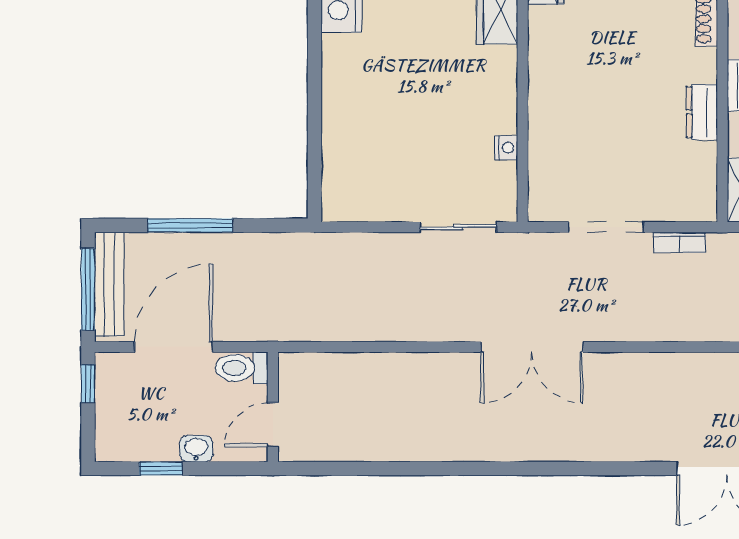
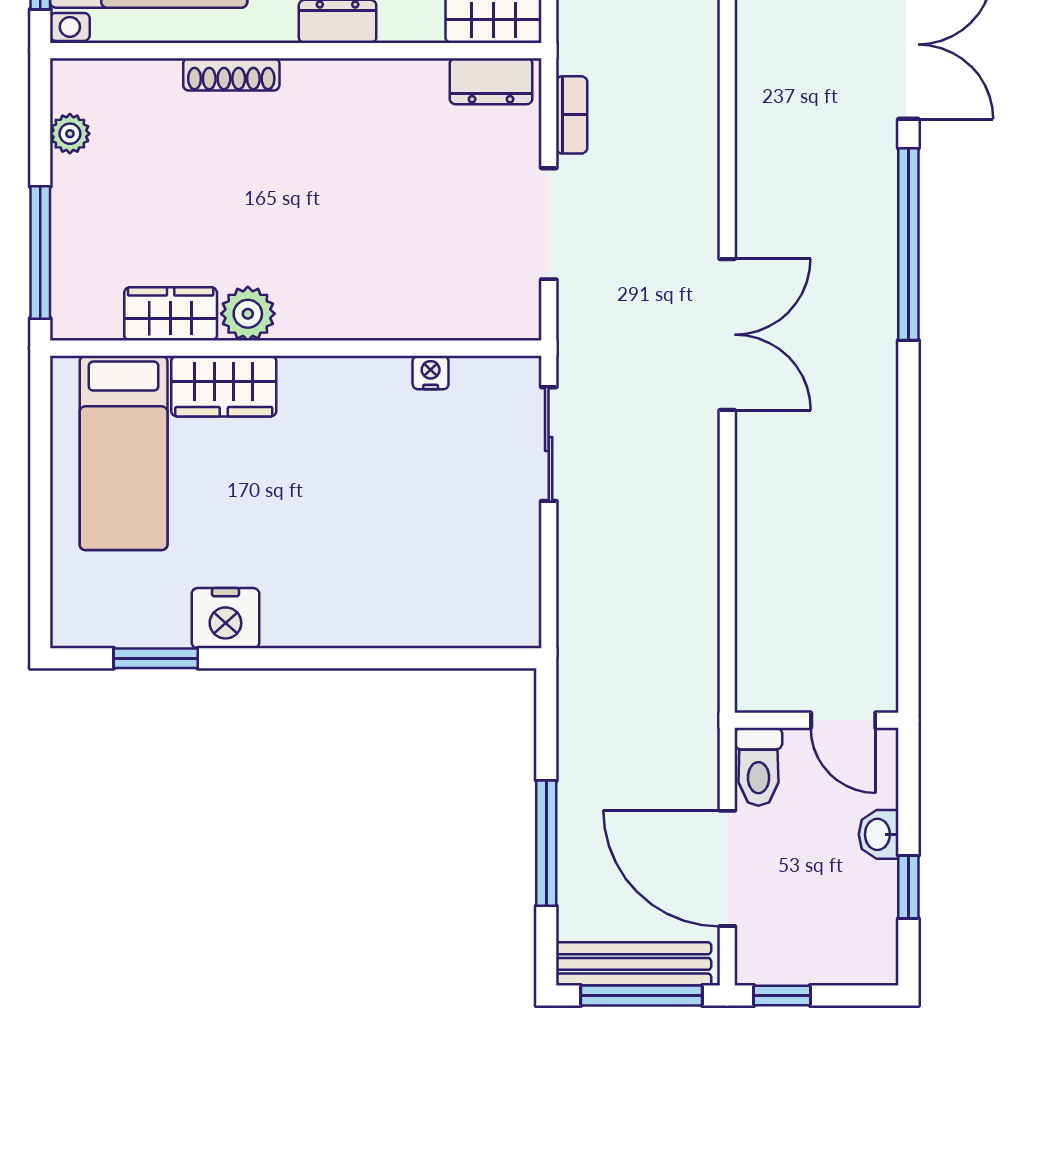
plant: (546, 25) -> (248, 314), added
dresser: (702, 112) -> (491, 81), moved
window: (592, 469) -> (908, 244), added

